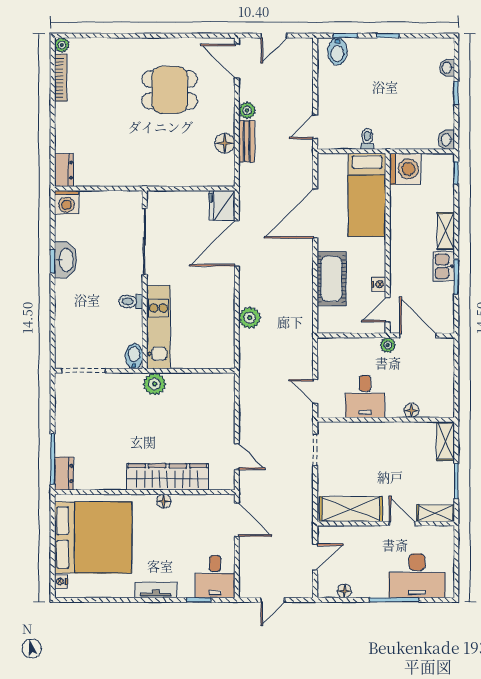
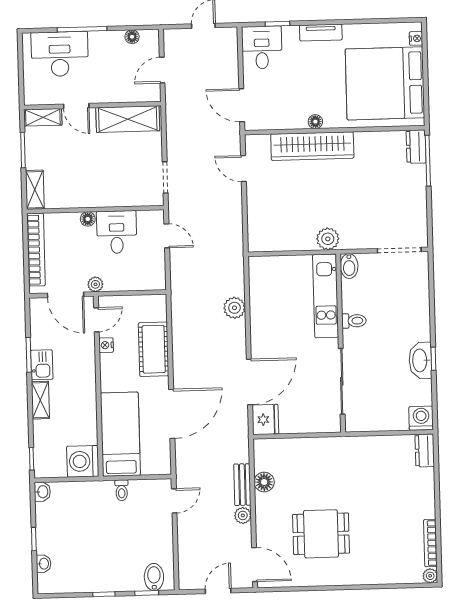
bookcase: (446, 381) -> (36, 250), added
floor lamp: (411, 410) -> (88, 219), moved

